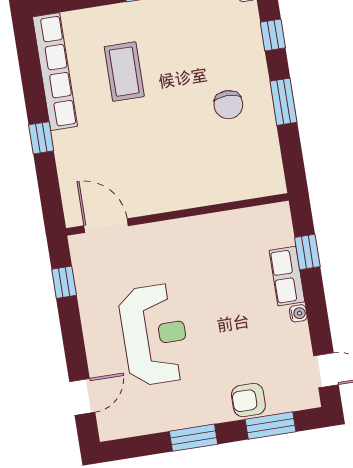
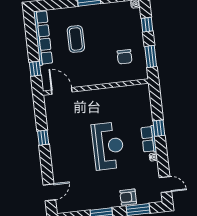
wall: (177, 214) -> (96, 87), moved
door: (106, 226) -> (62, 91), moved
reception desk: (154, 335) -> (108, 146), moved

